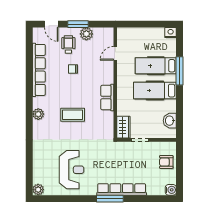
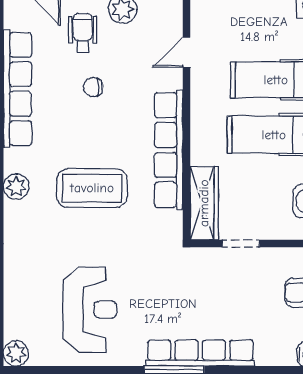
row of seats: (107, 98) -> (169, 150), width x2.02
coffee table: (73, 115) -> (92, 188), width x1.36, depth x1.32
wardrobe: (123, 127) -> (204, 203), width x1.50

